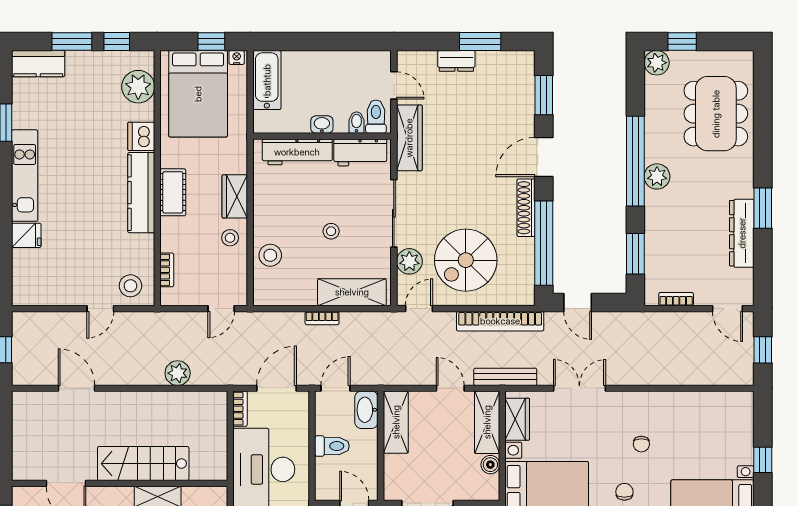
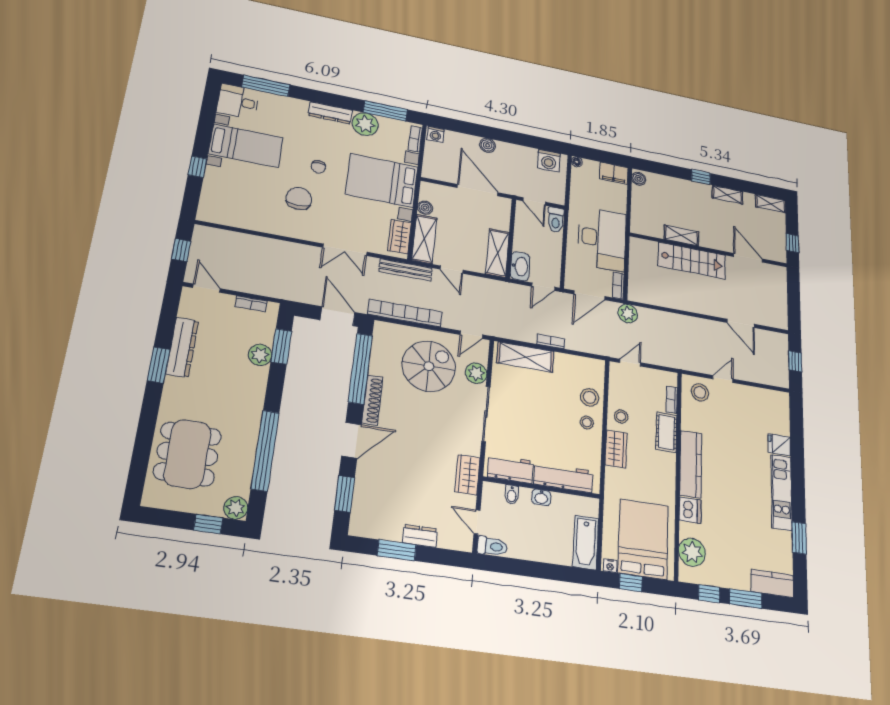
toilet: (376, 117) -> (492, 546), moved, turned -90
wardrobe: (409, 138) -> (467, 475), width x0.67
window: (635, 161) -> (265, 451), moved
plant: (657, 176) -> (260, 355), moved
cot: (173, 192) -> (666, 432), moved
stool: (331, 231) -> (587, 422), moved
door: (578, 302) -> (337, 316), width x1.38
plant: (178, 373) -> (628, 314), moved
chair: (641, 444) -> (299, 199), width x1.87, depth x1.87
toilet: (332, 446) -> (556, 220), moved, turned -90

